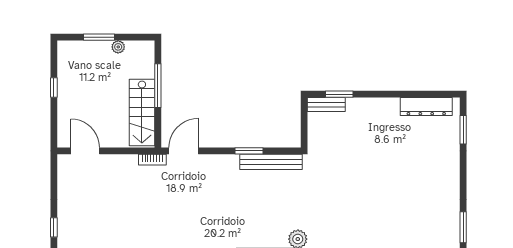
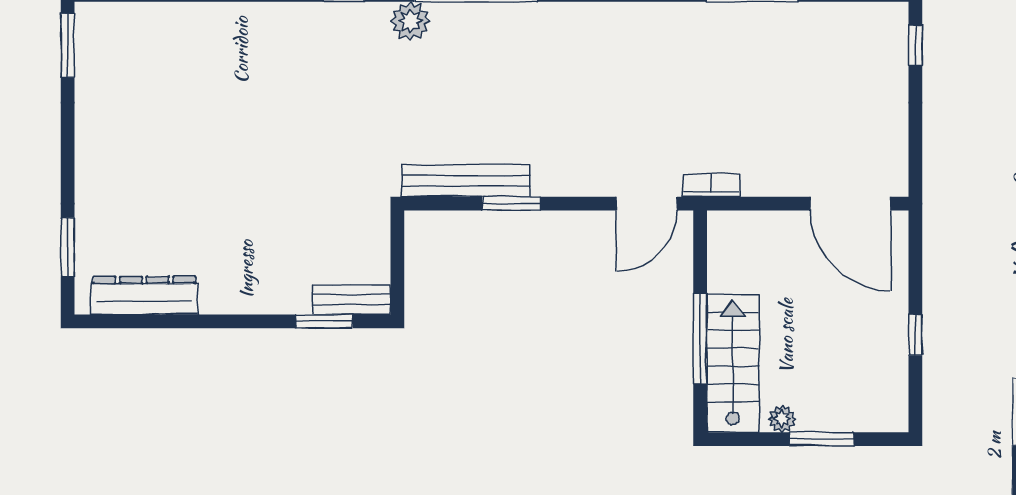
stairs: (142, 113) -> (733, 363), moved
door: (85, 151) -> (850, 204), width x1.36

